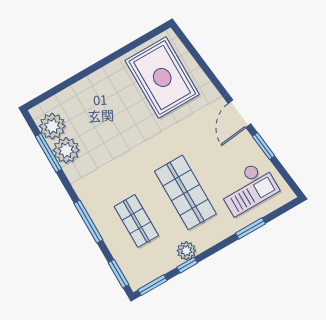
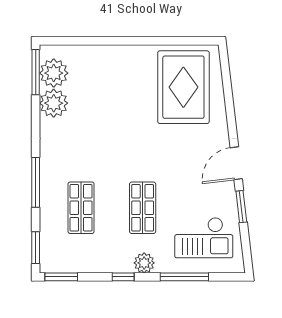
window: (48, 153) -> (36, 72), moved
shop shelf: (185, 192) -> (143, 208), width x0.70, depth x0.74
window: (251, 228) -> (184, 277), width x1.44
plant: (186, 251) -> (144, 263), moved
window: (187, 265) -> (123, 277), moved

